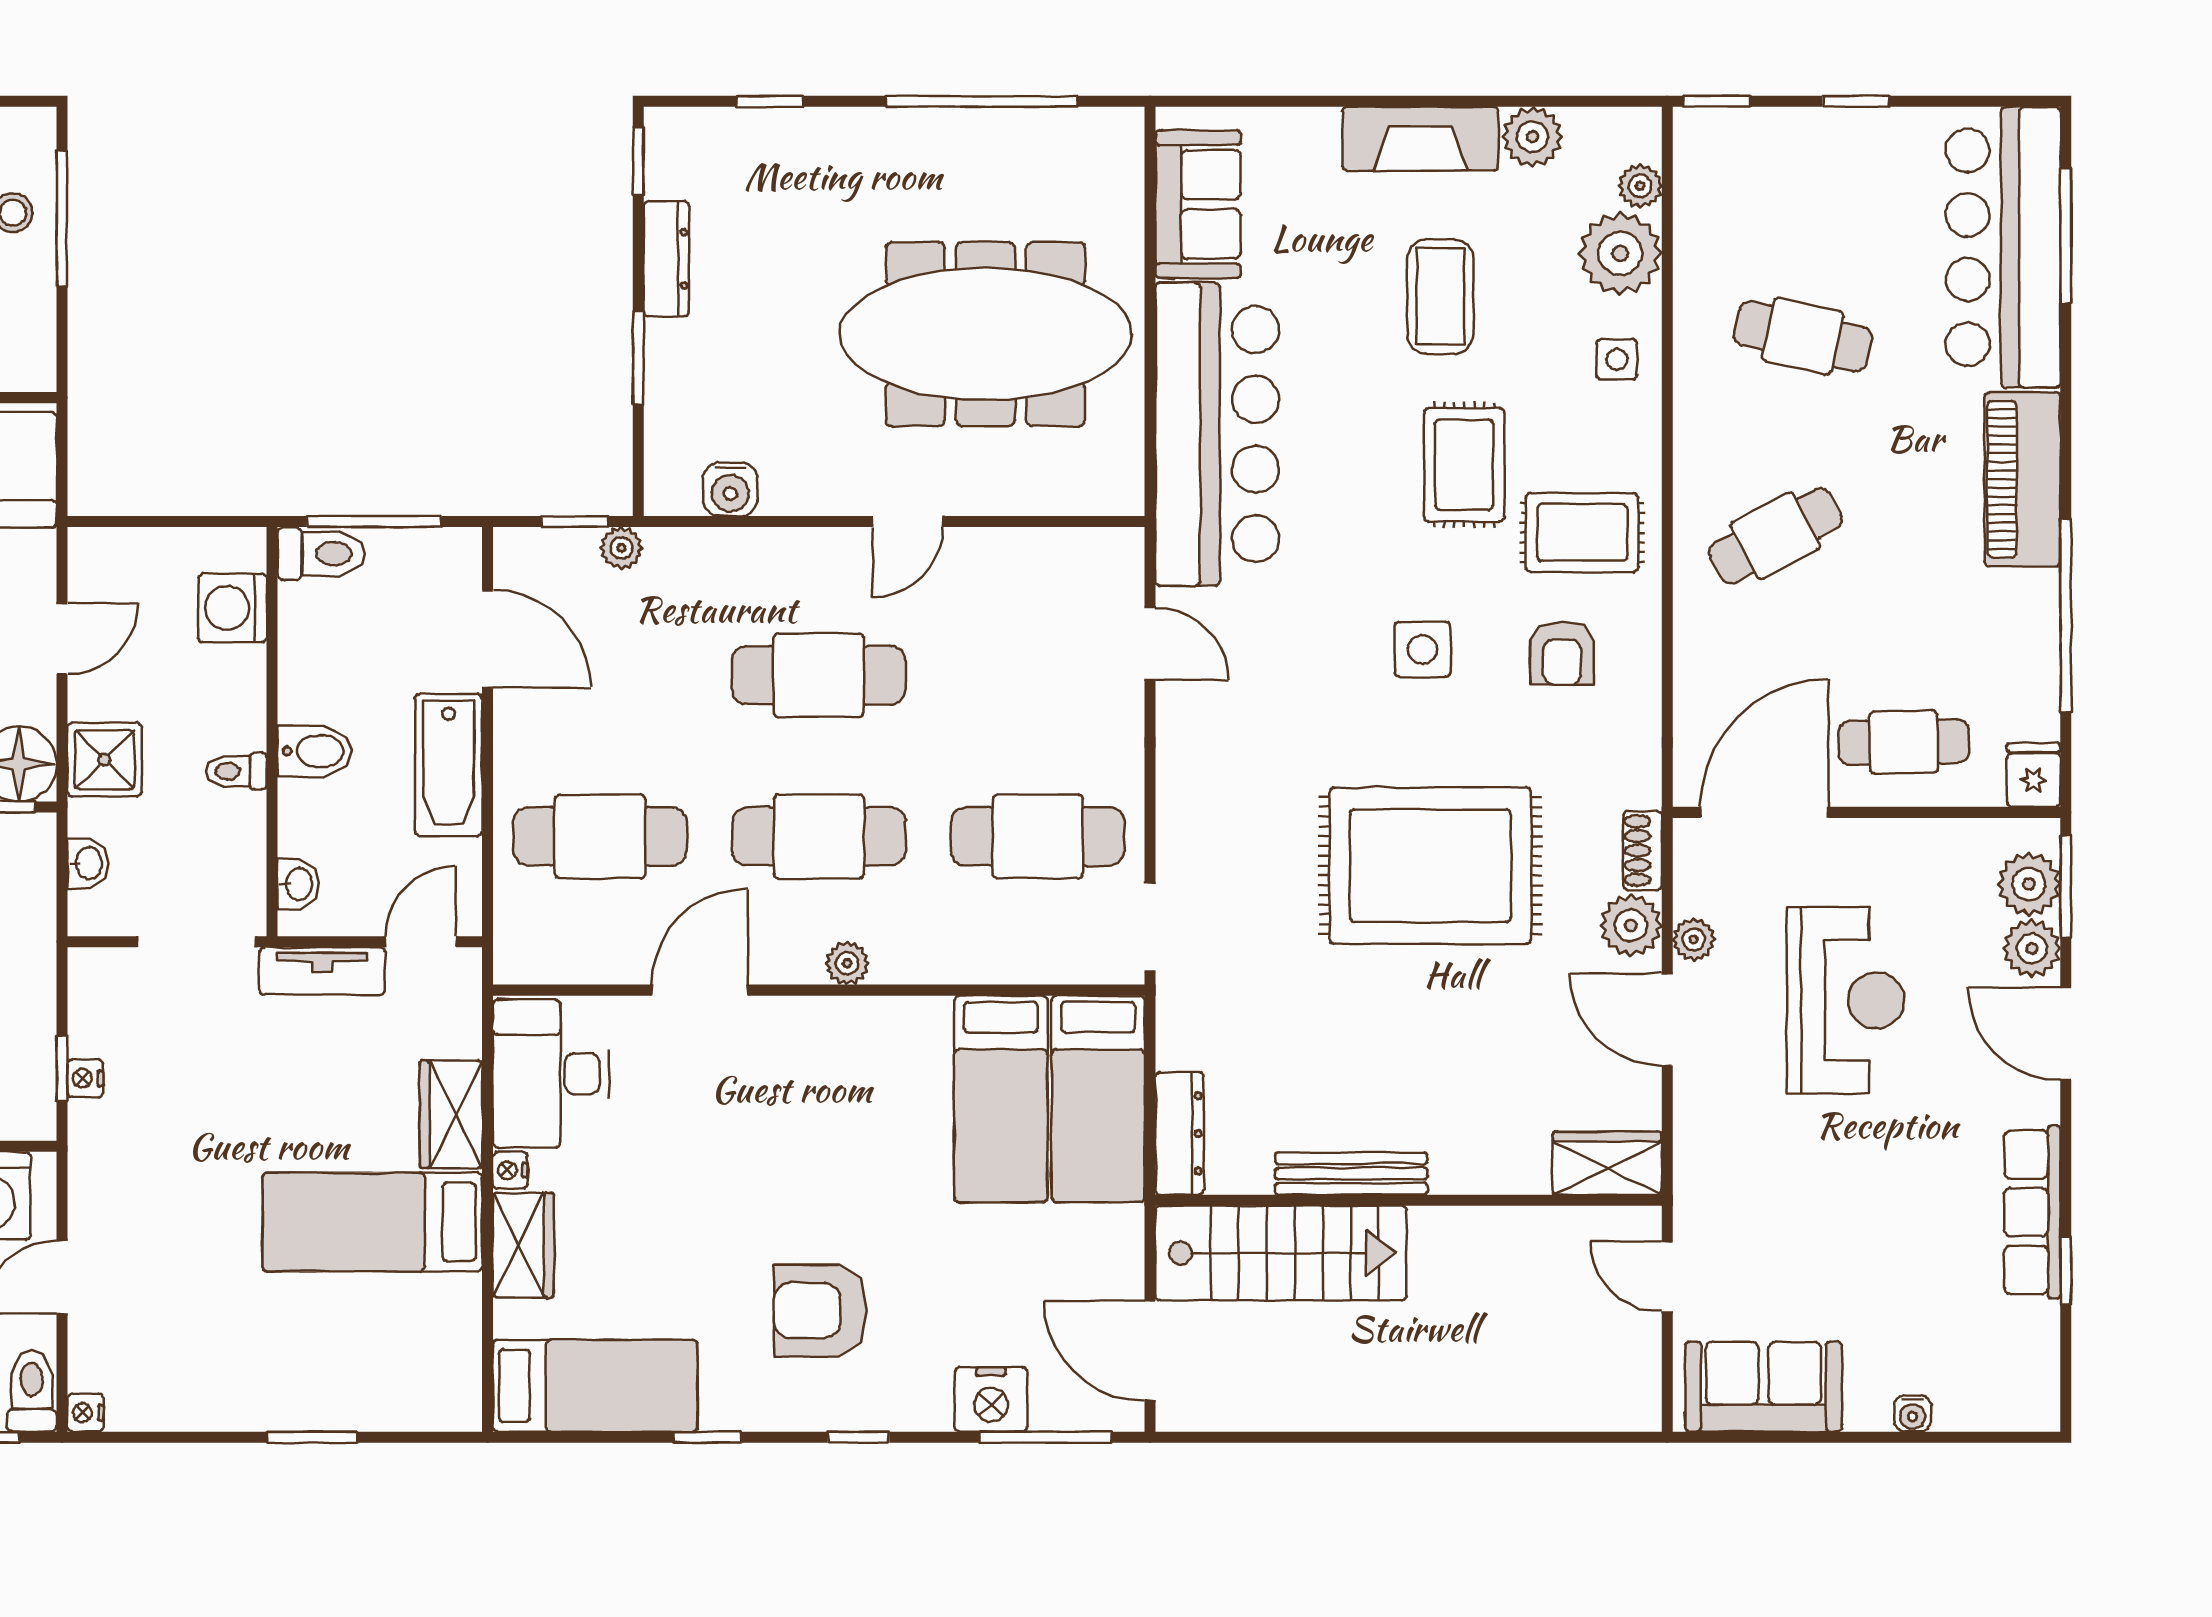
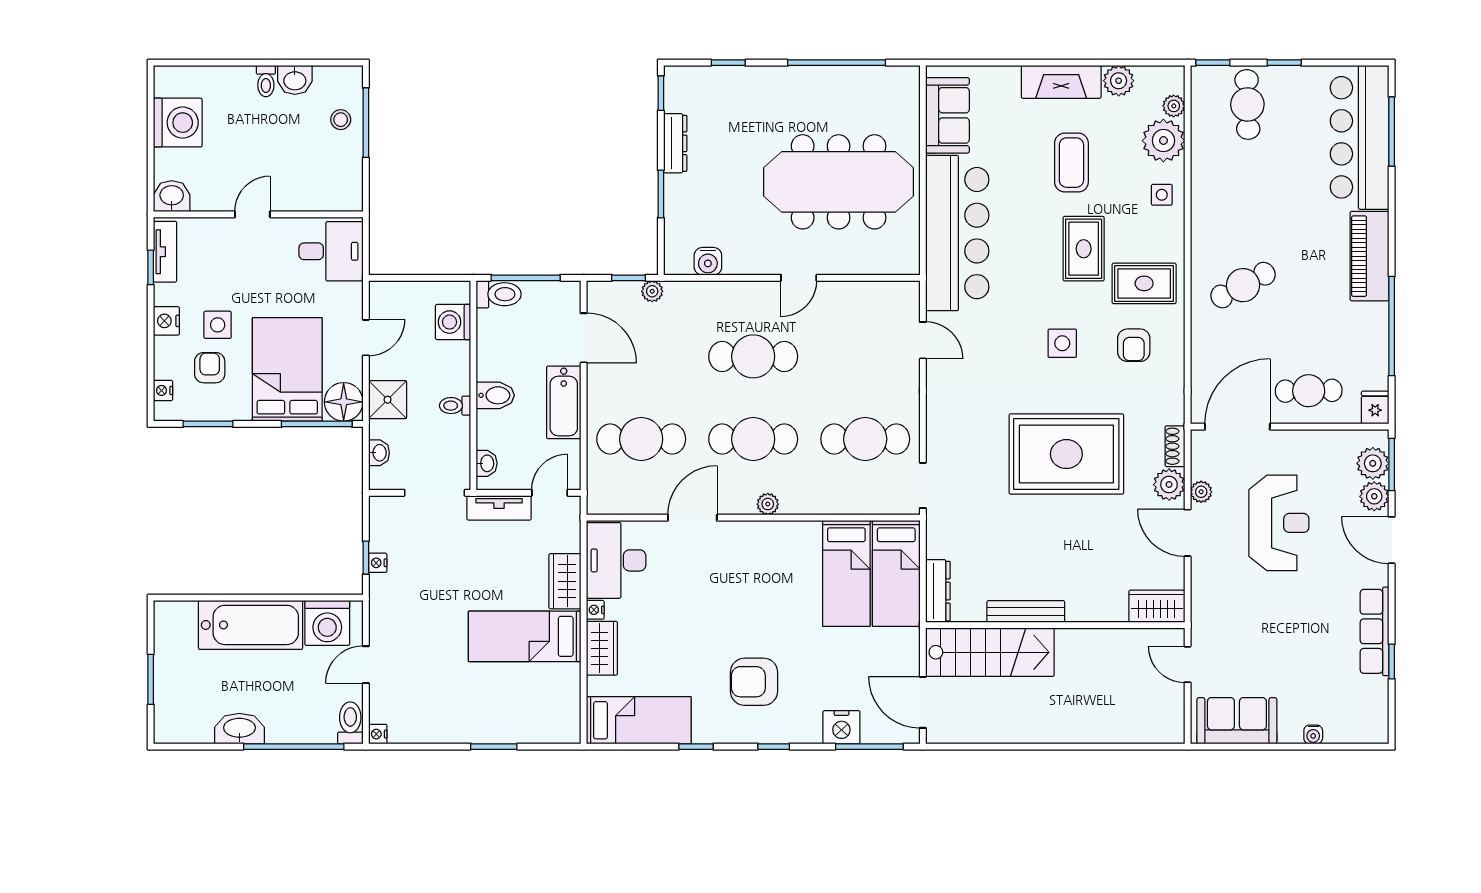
cafe table: (1803, 336) -> (1247, 104), moved, turned 75

